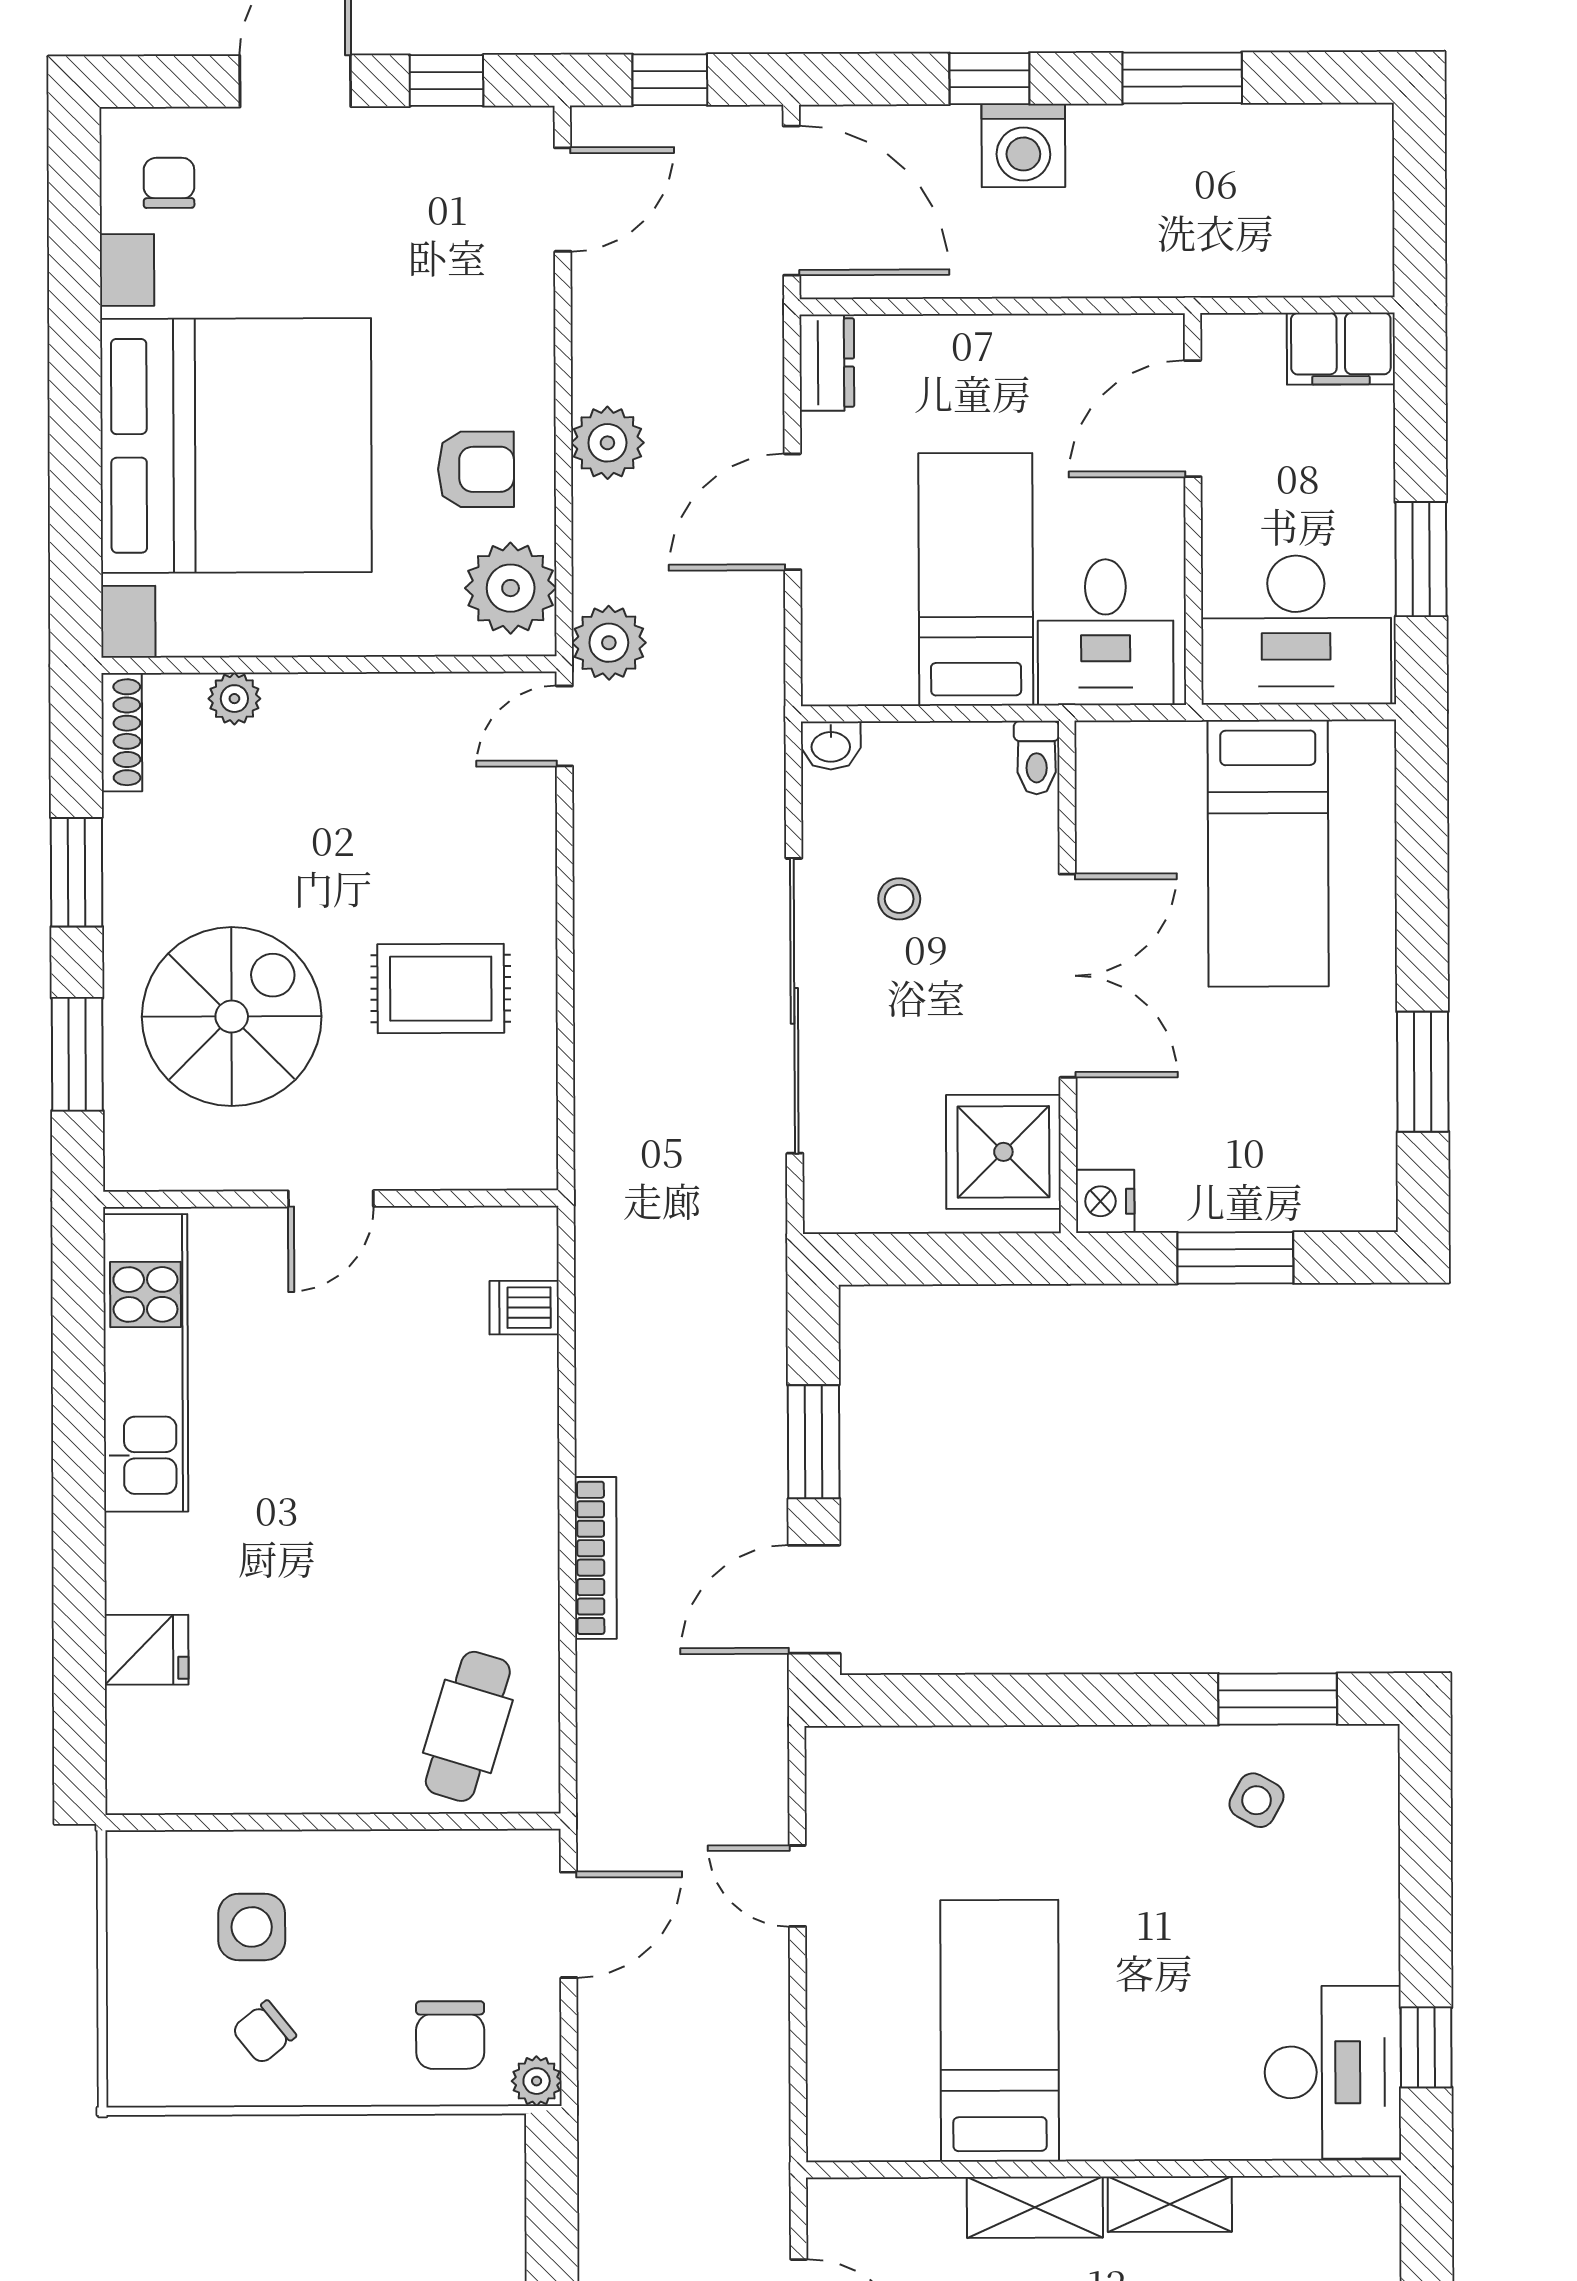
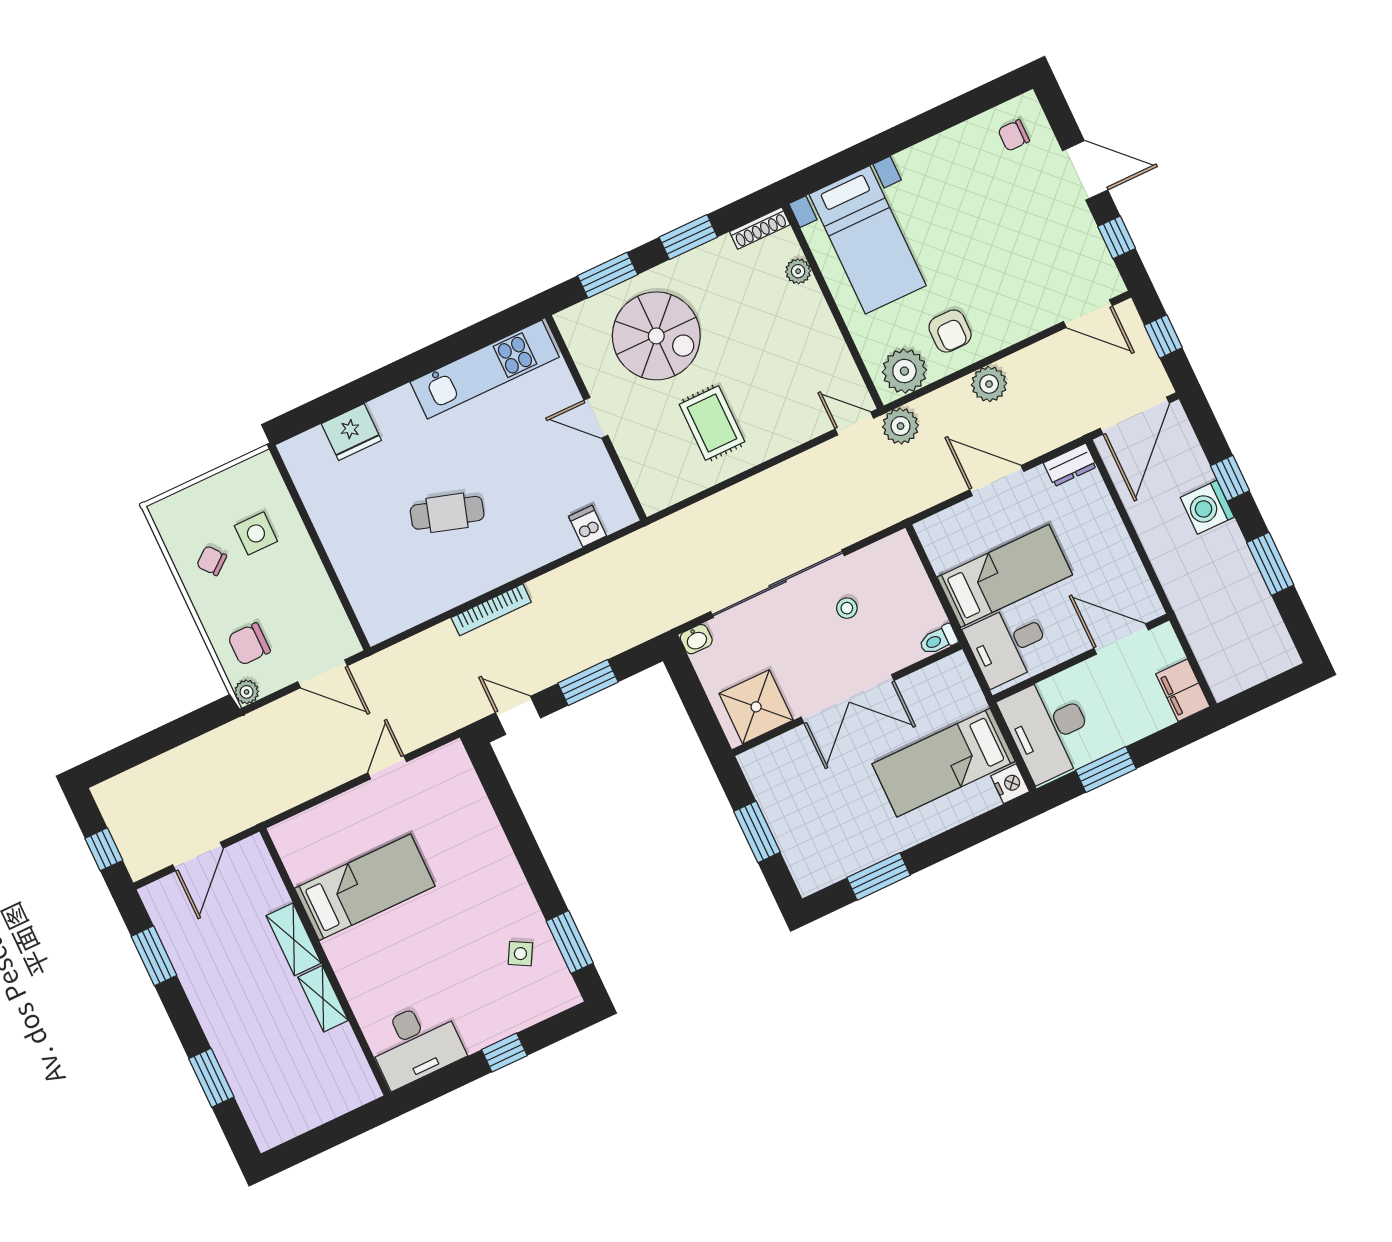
chair: (169, 183) -> (1014, 135), turned 180
bed with nightstands: (236, 445) -> (868, 240), width x0.54
washbasin: (831, 745) -> (696, 639), moved, turned -90
nightstand: (1105, 1201) -> (1010, 784), moved, turned 90
door: (814, 1599) -> (518, 715), width x0.73
fridge: (147, 1650) -> (351, 432), width x1.38
cafe table: (468, 1726) -> (447, 513), moved
window: (1426, 2047) -> (504, 1053), moved

